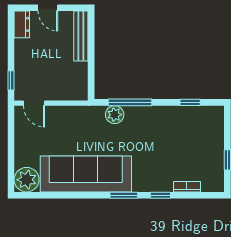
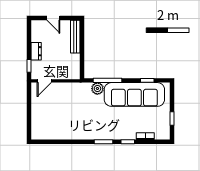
dresser: (22, 24) -> (36, 51), moved
door: (34, 103) -> (44, 81), hinge flipped
sofa: (86, 174) -> (134, 94), moved, turned 180
plant: (27, 180) -> (39, 131), removed

